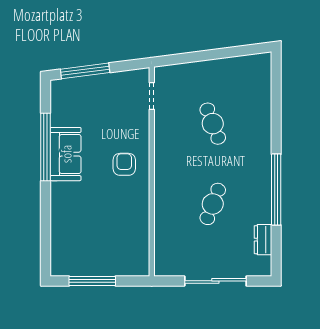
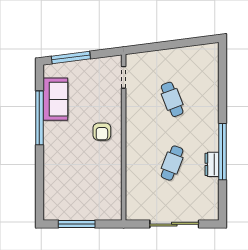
sofa: (66, 154) -> (55, 99), moved
armchair: (124, 164) -> (102, 132), turned 180
dresser: (263, 240) -> (212, 164), moved

